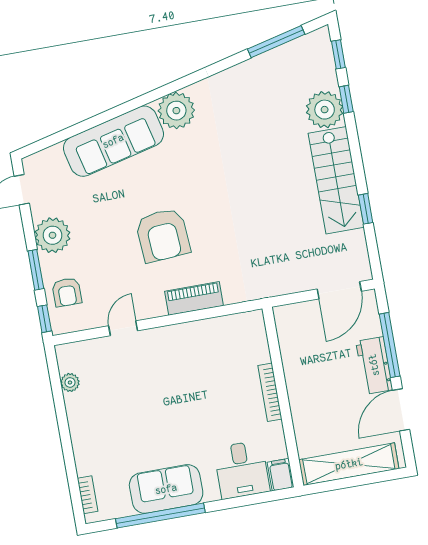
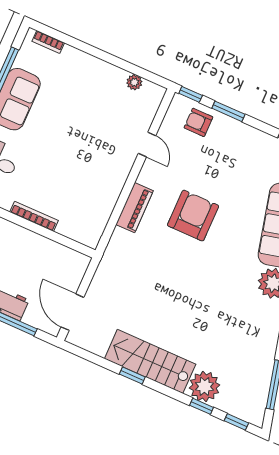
window: (366, 209) -> (132, 376), moved
plant: (52, 235) -> (245, 139), removed
armchair: (163, 235) -> (193, 216), turned 94

